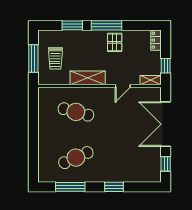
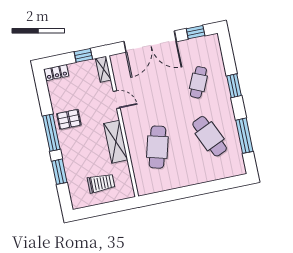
window: (33, 59) -> (106, 208), removed
cafe table: (123, 158) -> (198, 82), added

